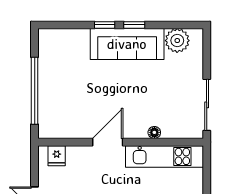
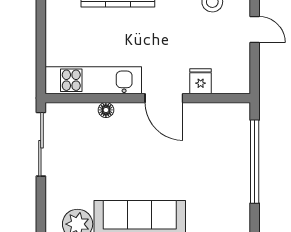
door: (108, 142) -> (164, 98), hinge flipped
fridge: (57, 156) -> (201, 81), moved

